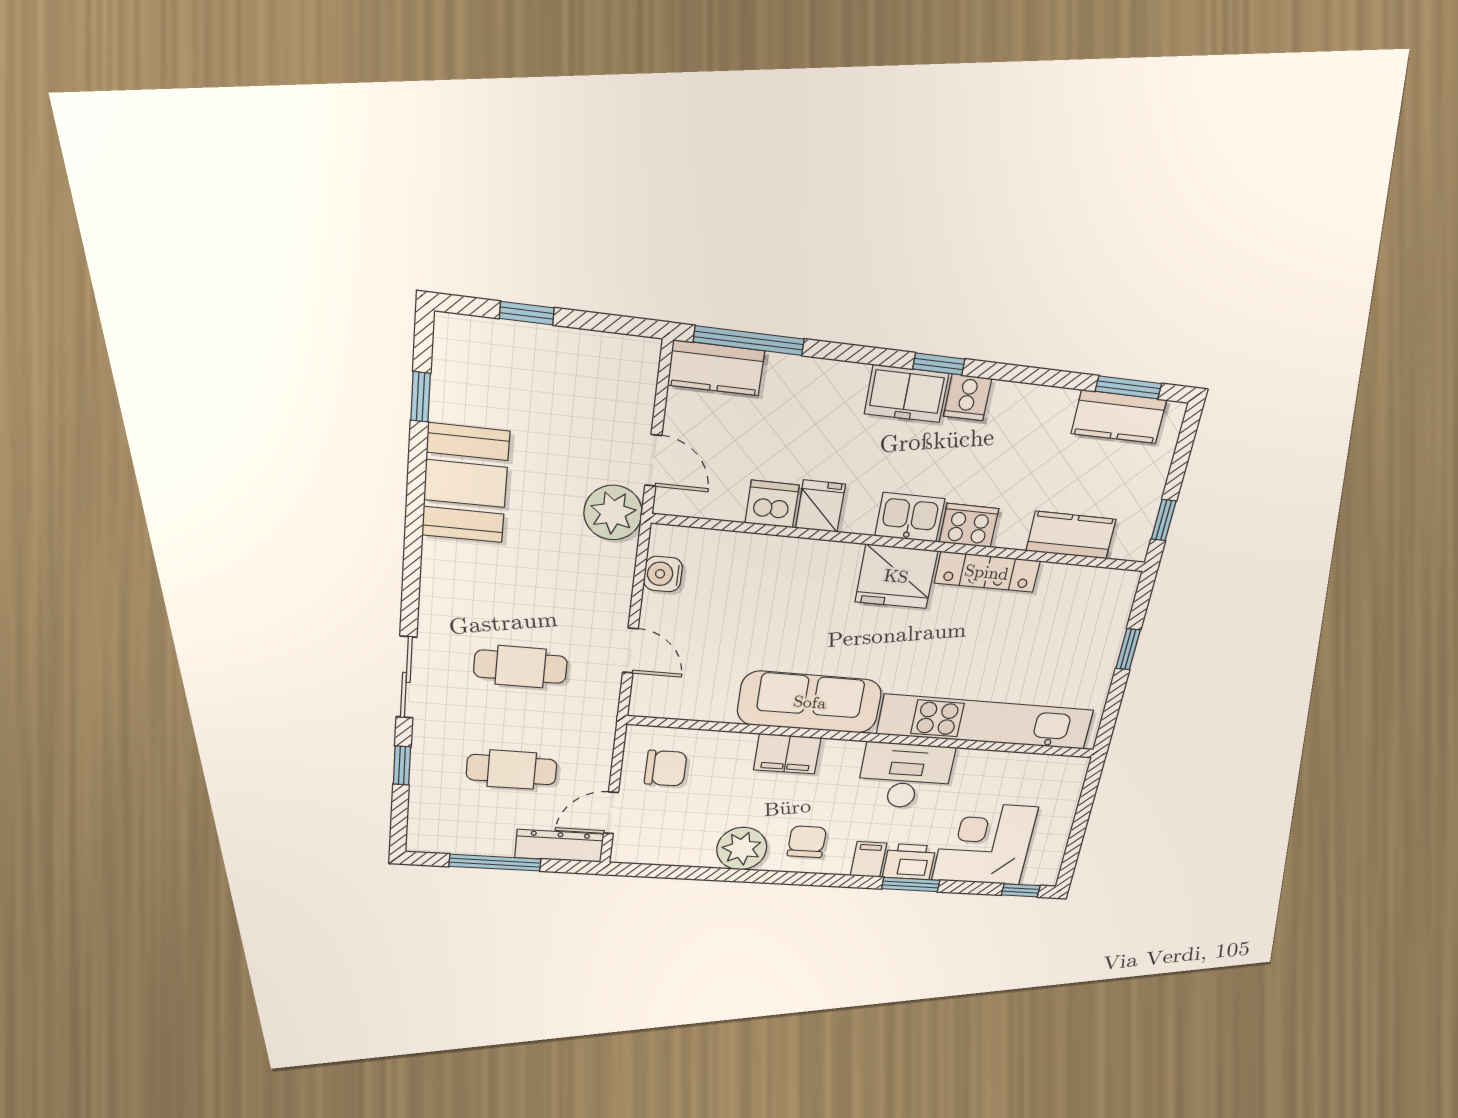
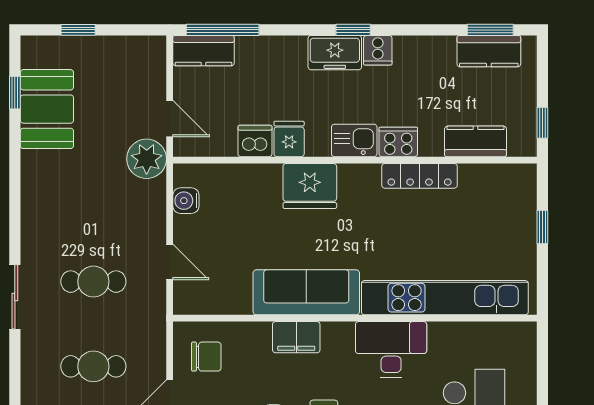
booth: (466, 484) -> (47, 109), moved
fridge: (896, 576) -> (310, 186), moved
window: (402, 765) -> (15, 369), removed

